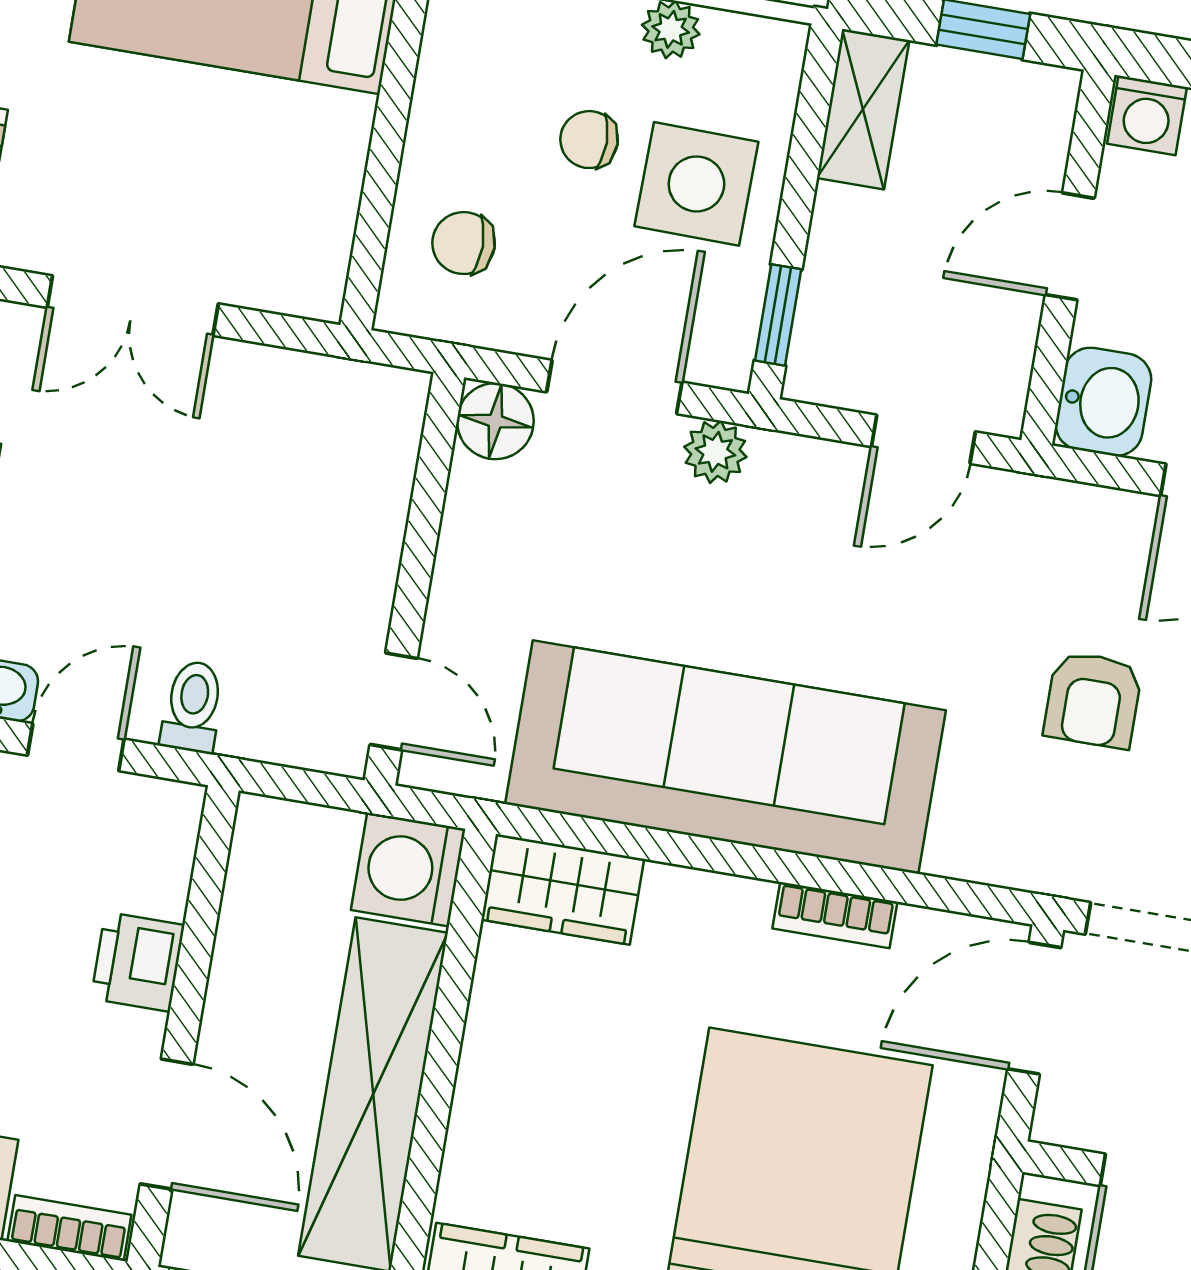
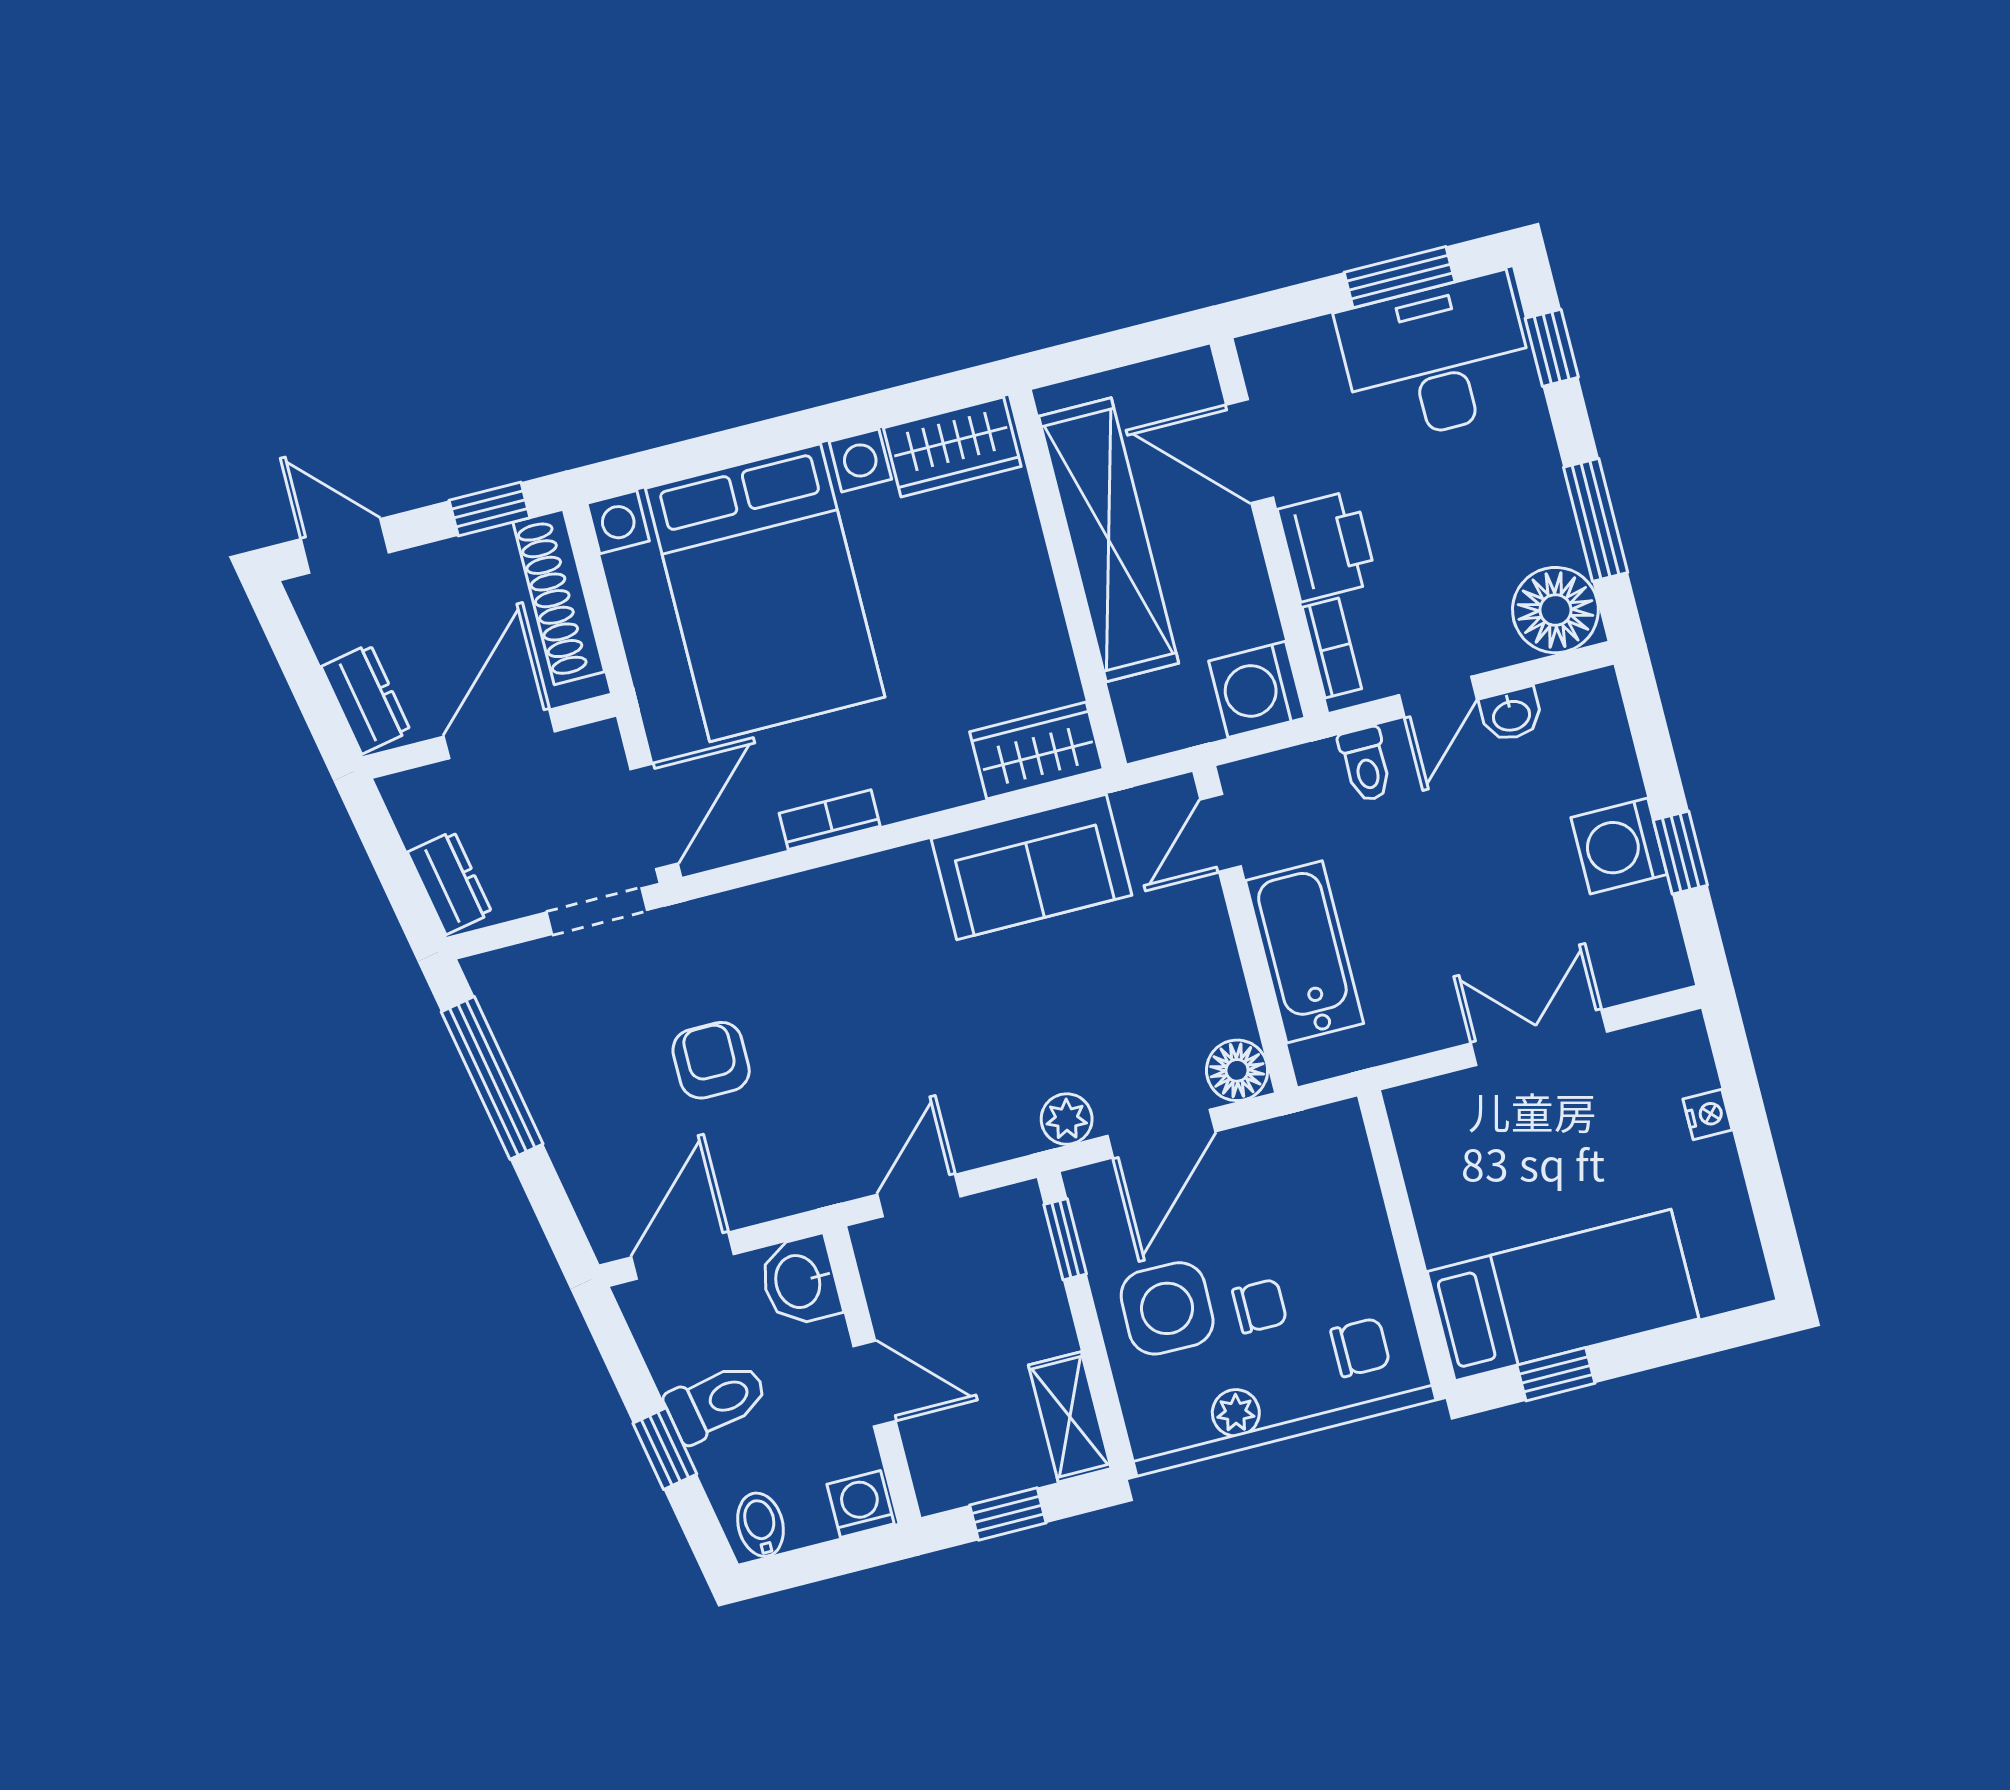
chair: (464, 243) -> (1360, 1347), moved
door: (1070, 246) -> (875, 1383), hinge flipped
bathtub: (358, 523) -> (1304, 952), added
door: (394, 701) -> (1221, 833), hinge flipped
sofa: (725, 757) -> (1032, 867), width x0.54, depth x0.79
washing machine: (408, 869) -> (1257, 689), moved, turned 180
printer: (138, 962) -> (1327, 546), width x1.36, depth x1.24
bookcase: (69, 1228) -> (1332, 648), moved, turned -90

